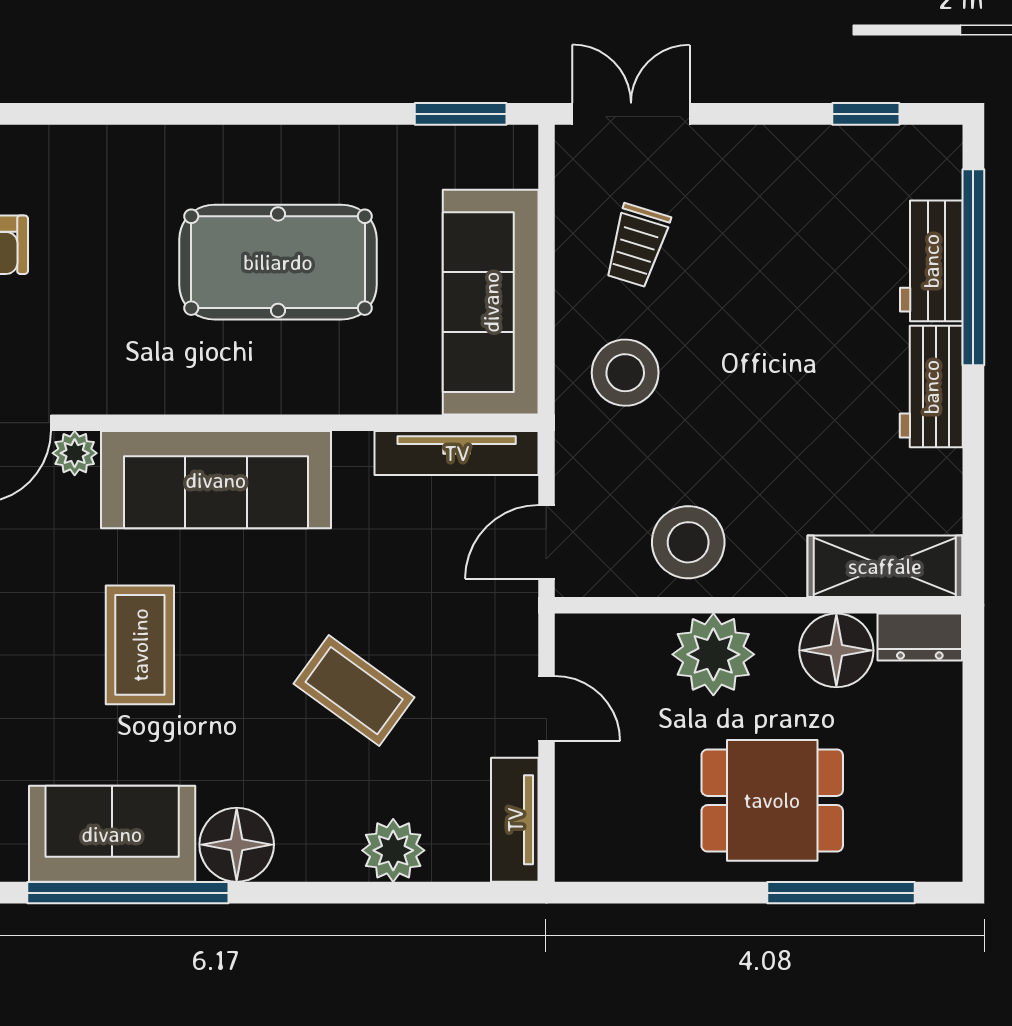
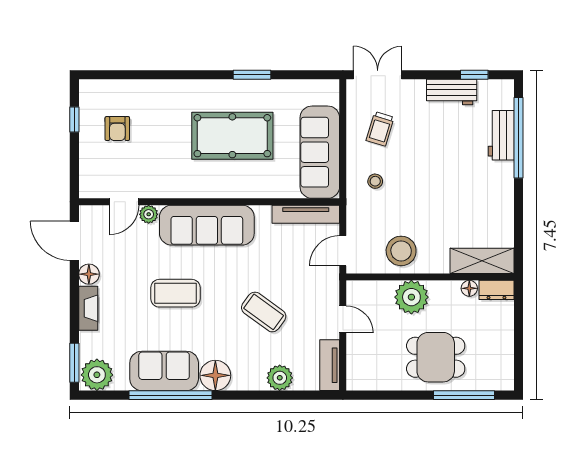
window: (461, 114) -> (252, 75), moved
stool: (625, 373) -> (375, 181), width x0.53, depth x0.53
workbench: (931, 387) -> (452, 92), moved, turned -90
coffee table: (140, 645) -> (175, 293), turned 90
floor lamp: (836, 650) -> (469, 288), width x0.53, depth x0.53

